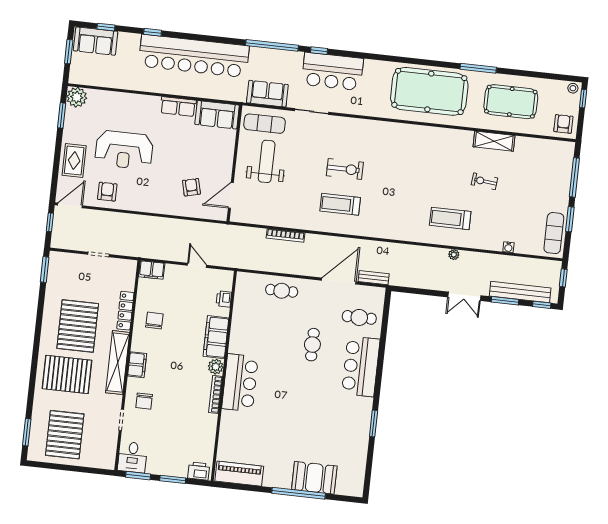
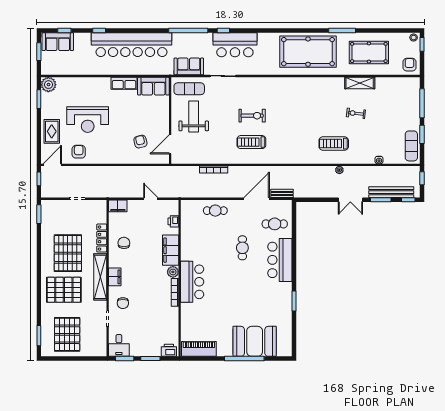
booth: (314, 478) -> (255, 341), width x1.36, depth x1.42

